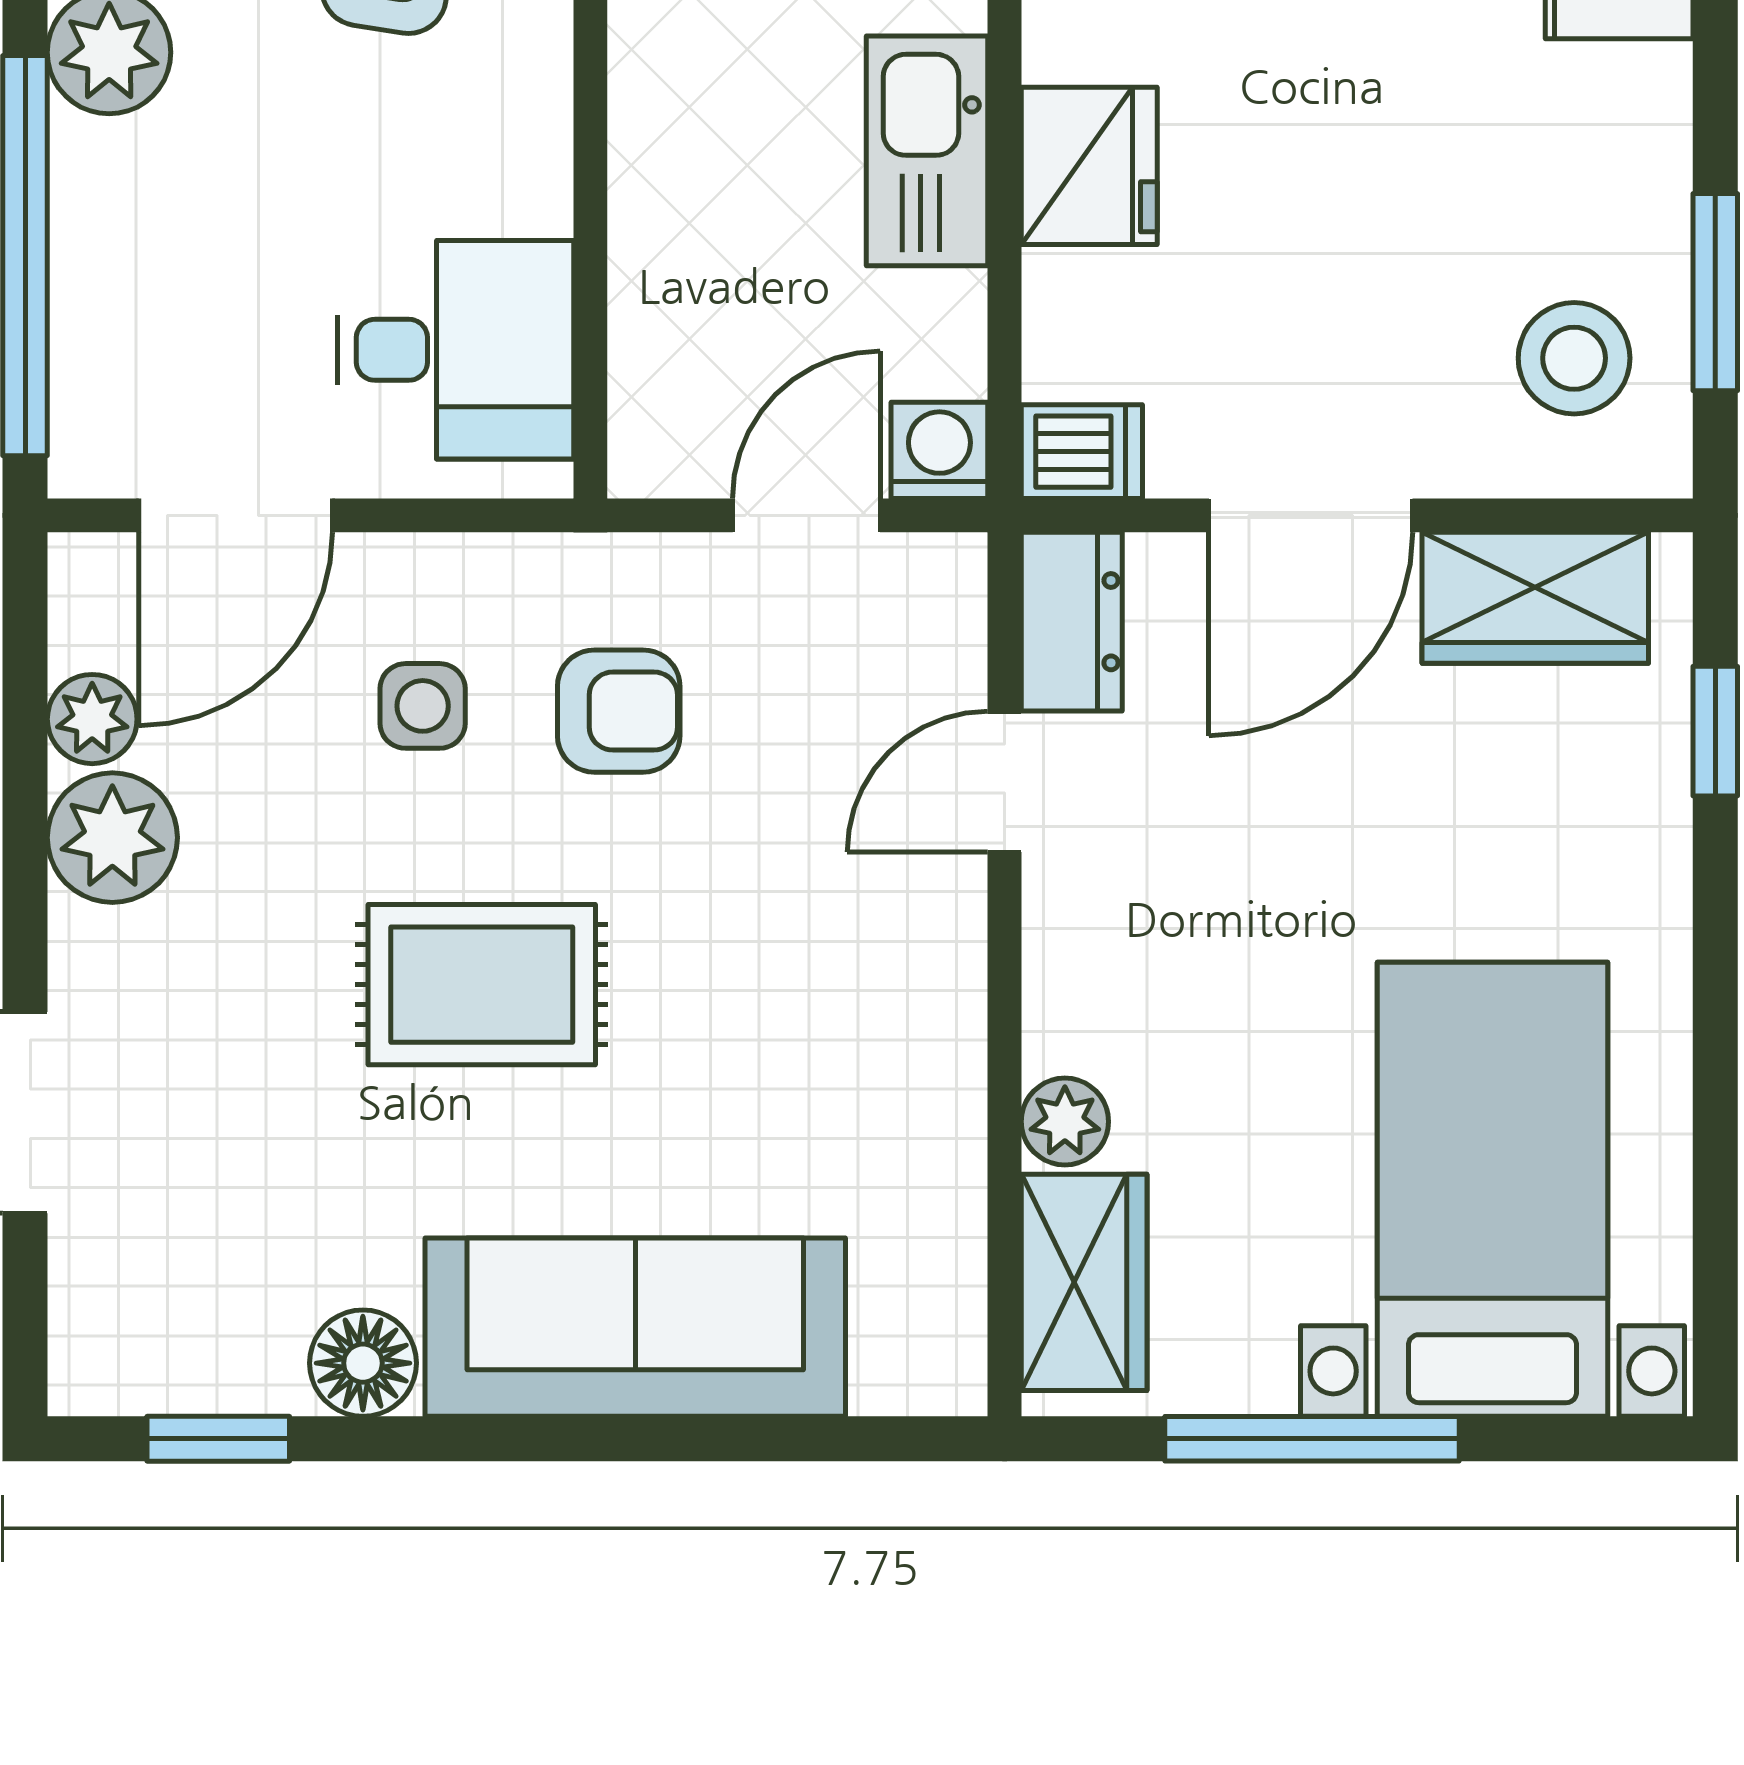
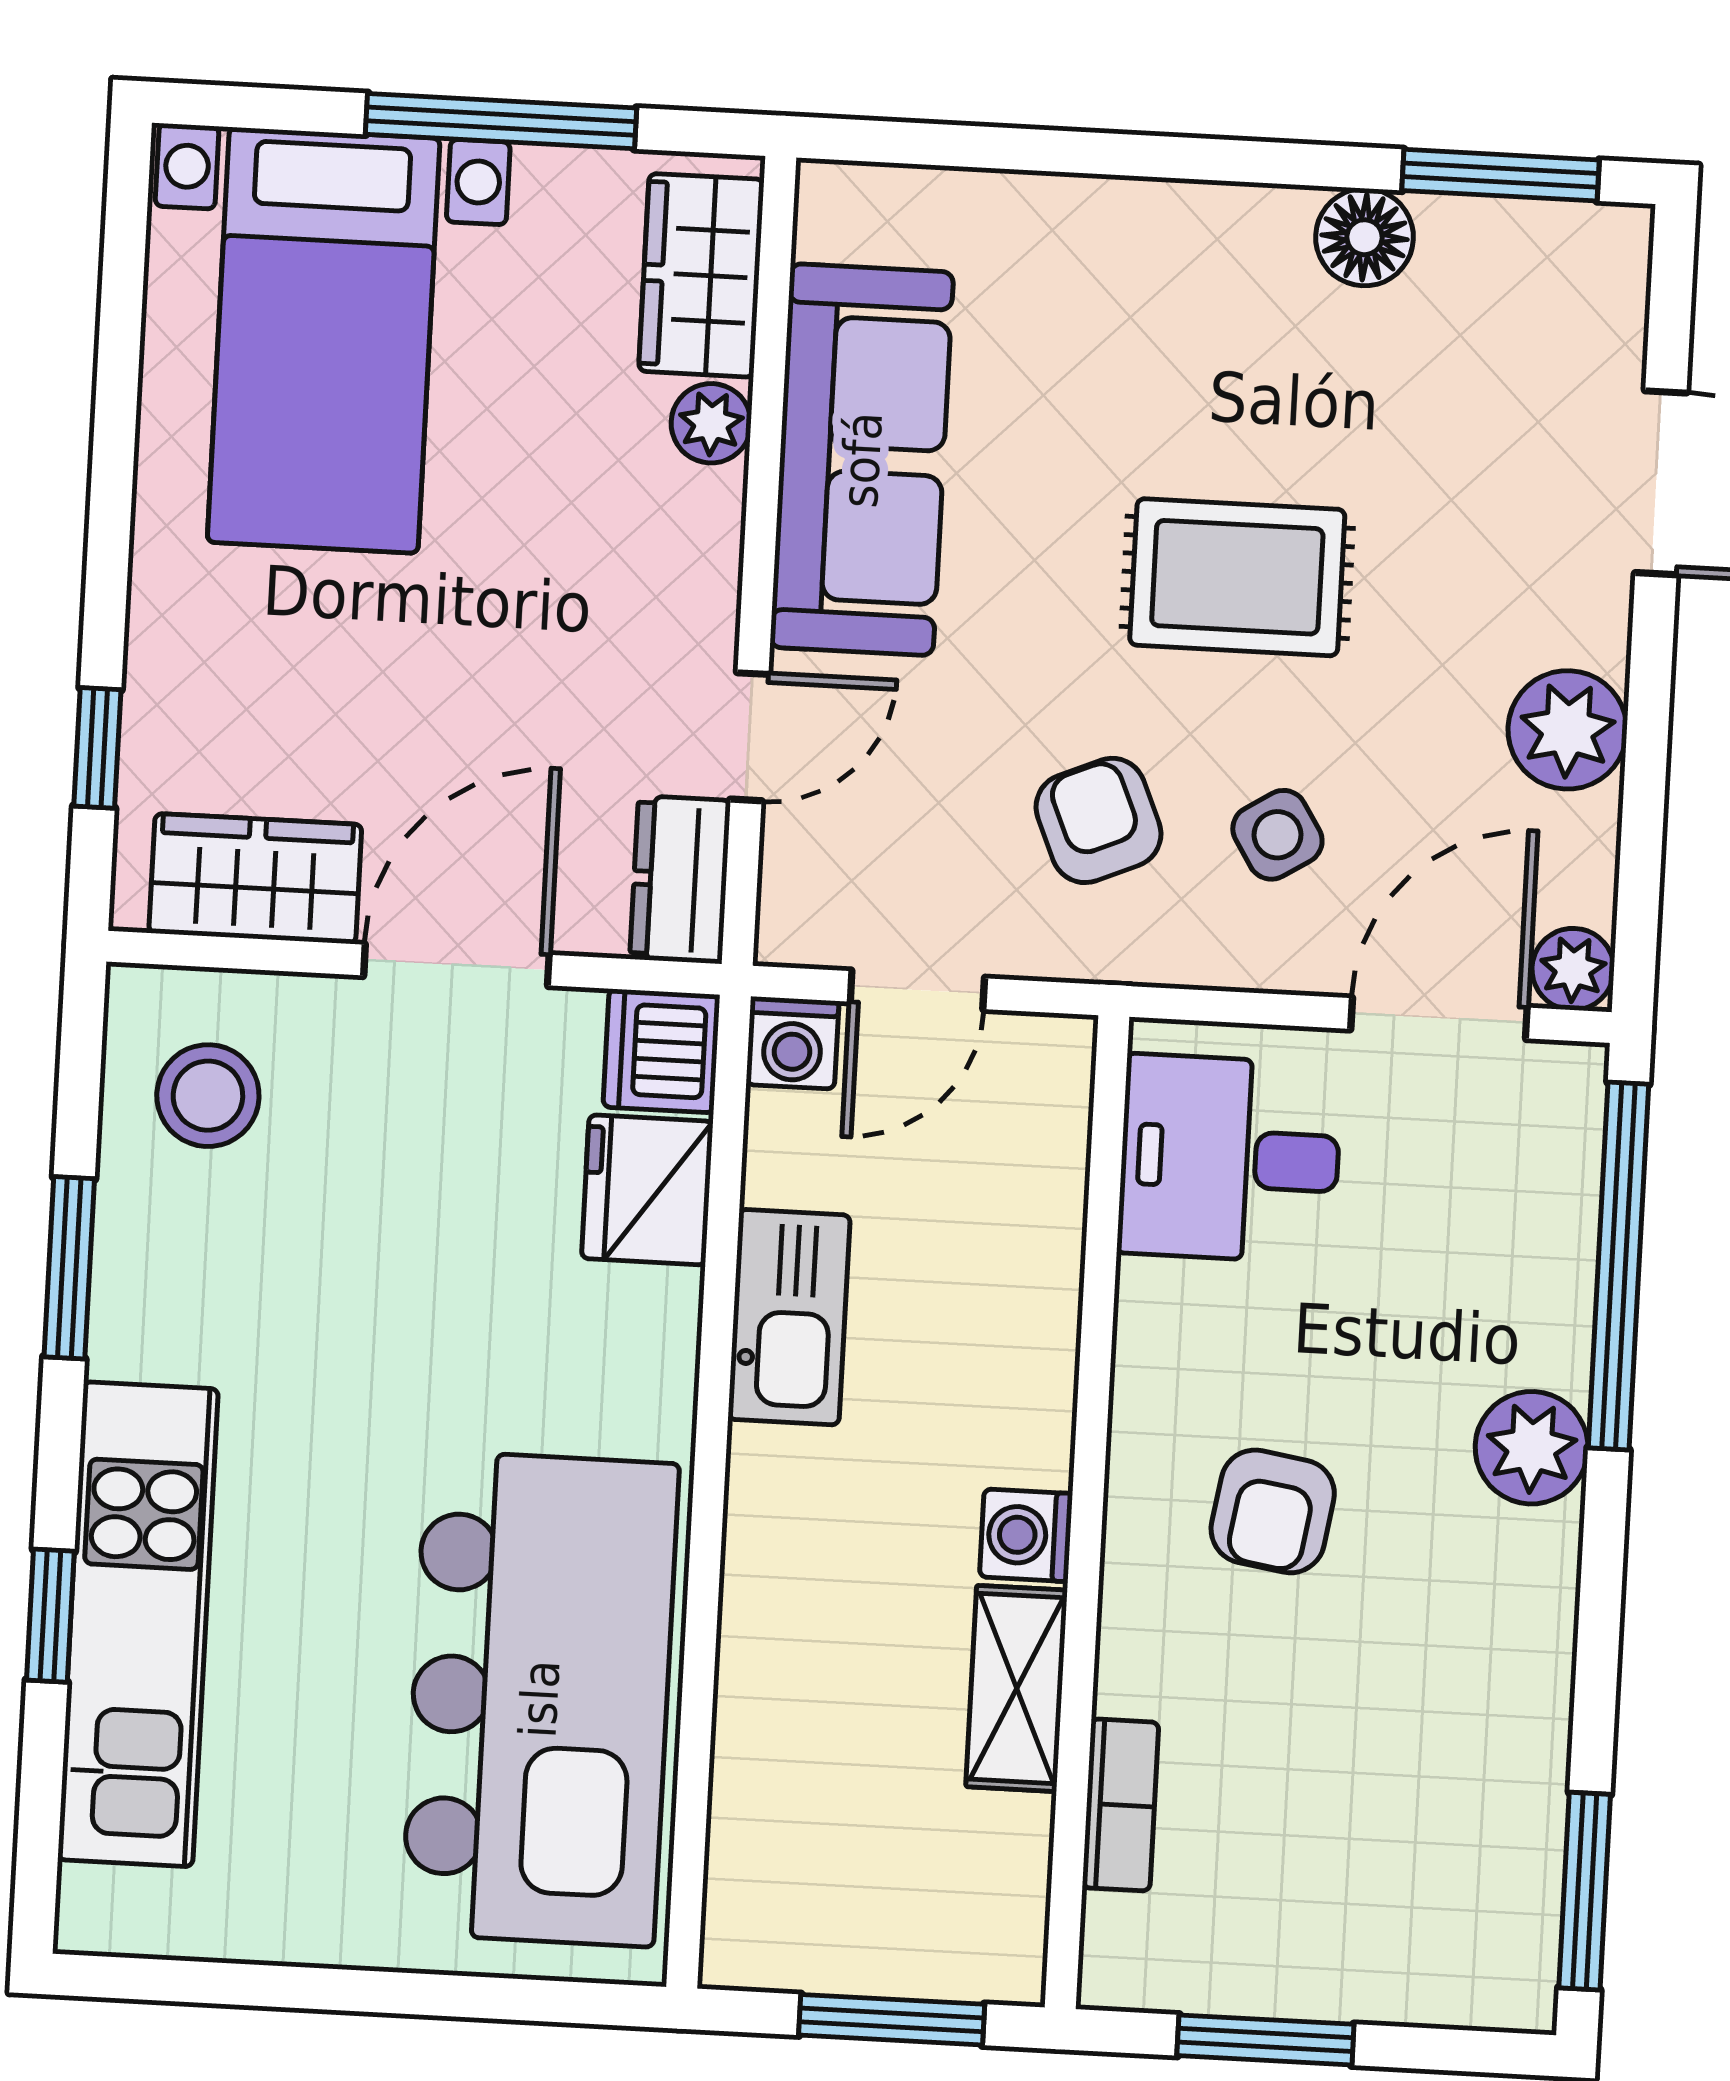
fridge: (1089, 166) -> (647, 1190), moved
window: (1715, 292) -> (69, 1268), moved
dishwasher: (1082, 452) -> (662, 1051), width x1.38
side table: (423, 706) -> (1277, 835), turned -32
armchair: (619, 711) -> (1099, 820), turned 67
plant: (92, 719) -> (1573, 969), moved
sofa: (635, 1327) -> (862, 460), moved, turned -90
window: (218, 1439) -> (1501, 175), width x1.50

